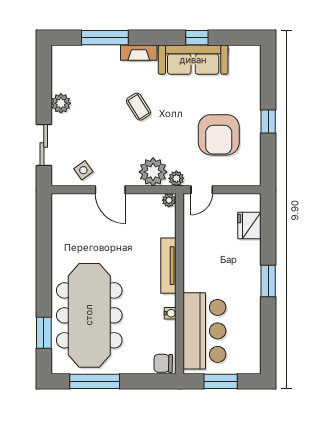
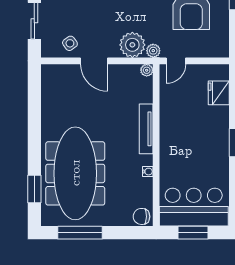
bar counter: (204, 331) -> (194, 207), moved, turned -90

